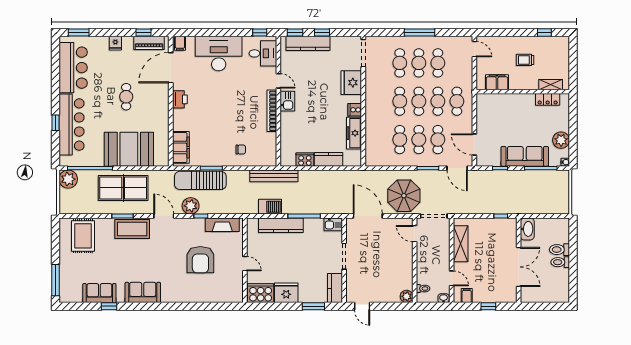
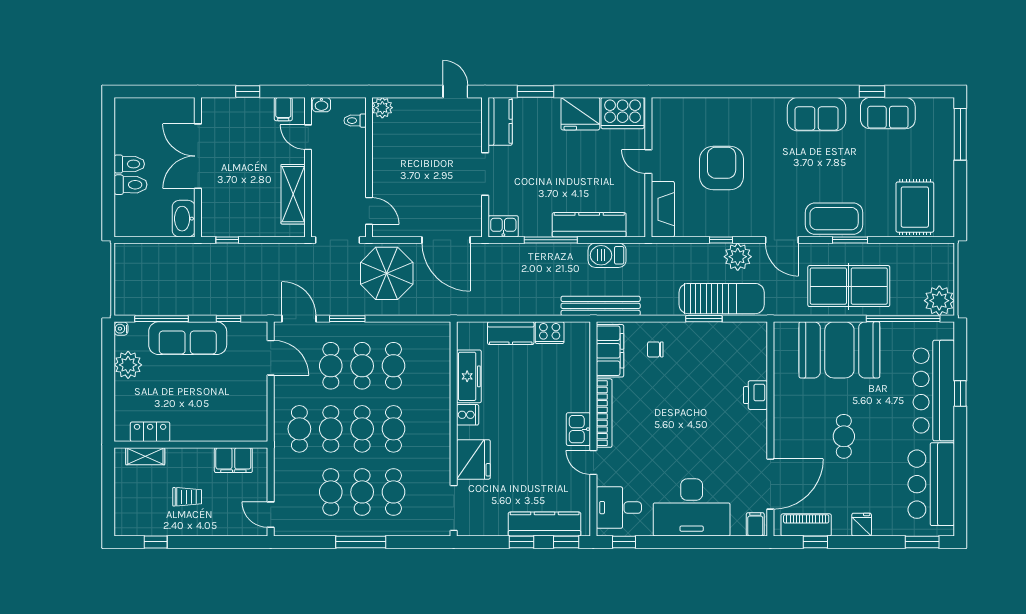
printer: (180, 99) -> (756, 395), moved
filing cabinet: (181, 147) -> (610, 351), moved, turned 180
fireplace: (222, 225) -> (663, 209), moved, turned 90

